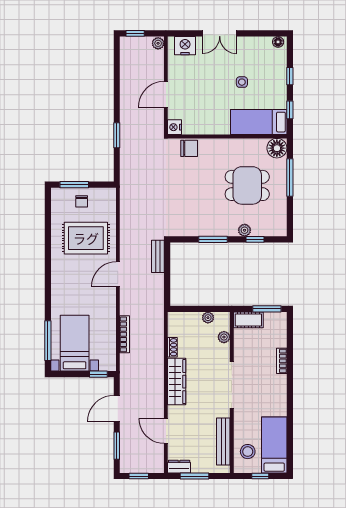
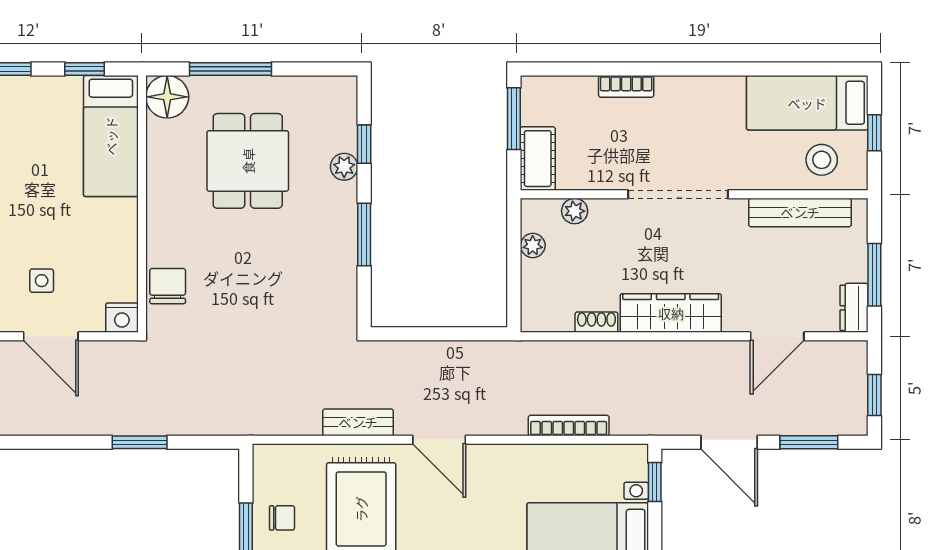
side table: (242, 82) -> (42, 281), moved
bench: (158, 256) -> (358, 422), moved

